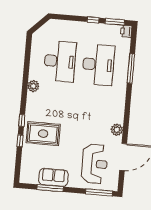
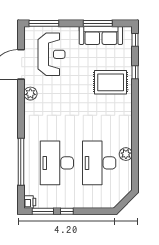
window: (131, 69) -> (21, 162), width x1.46
plant: (33, 86) -> (126, 154), moved
window: (22, 120) -> (135, 40), moved
reception desk: (95, 164) -> (51, 54), turned 180
sofa: (53, 177) -> (101, 35), width x1.36

